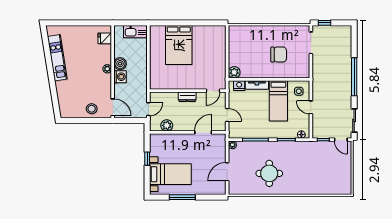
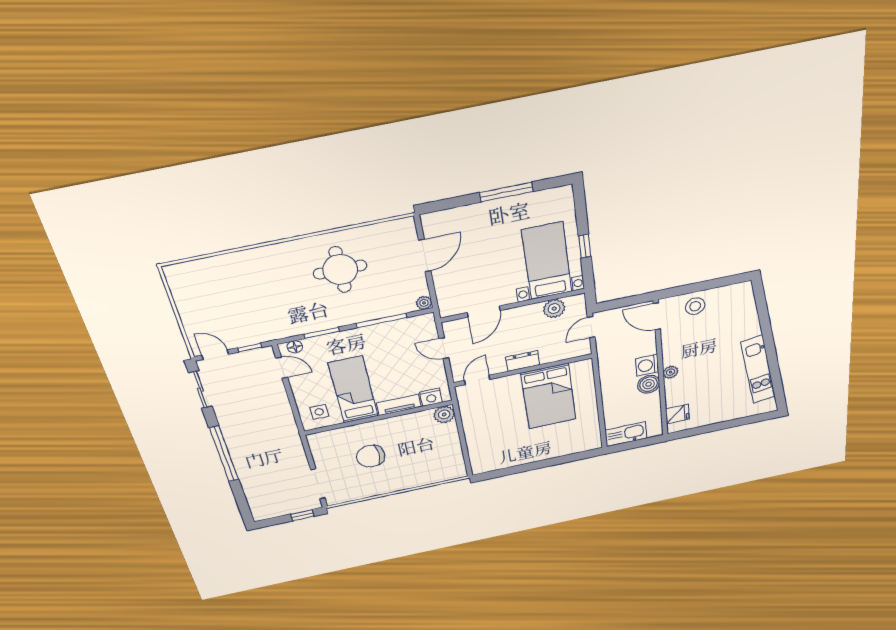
bed: (179, 45) -> (549, 396), moved, turned 180
door: (311, 107) -> (282, 368), moved
bed with nightstands: (170, 174) -> (547, 261), moved, turned 90

